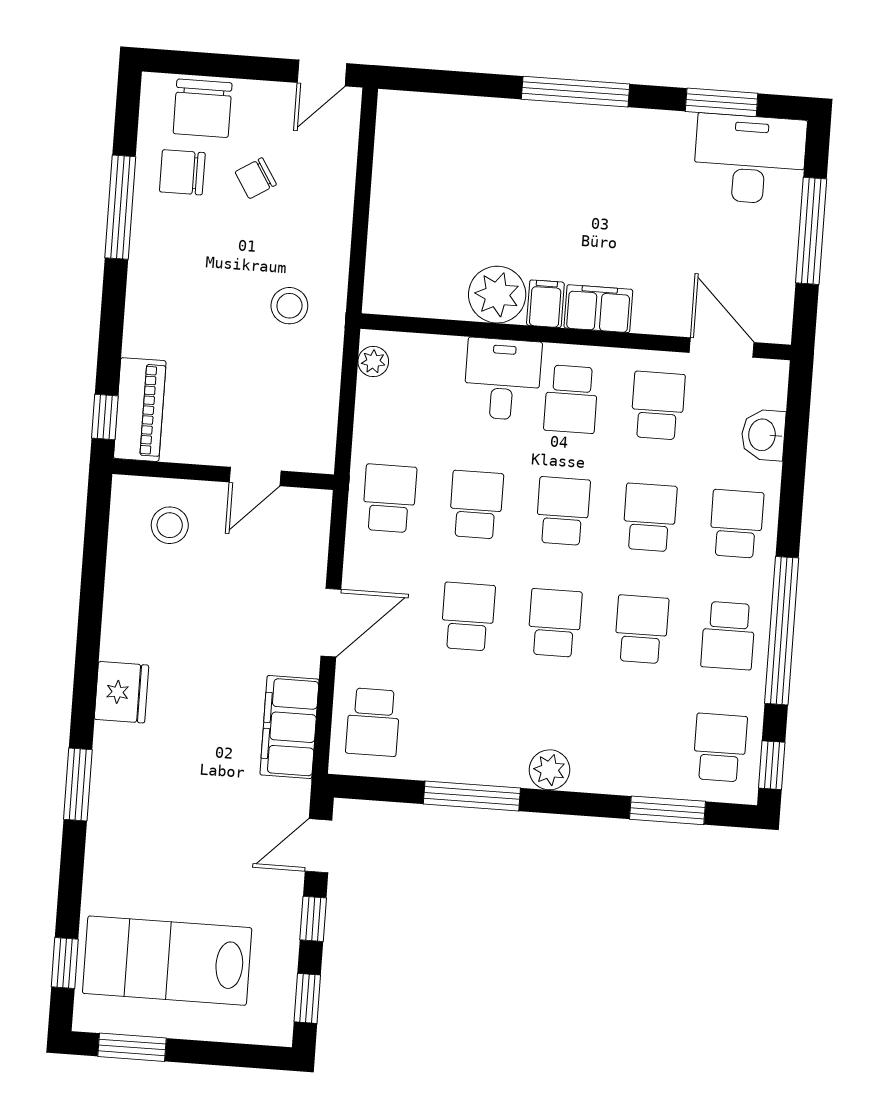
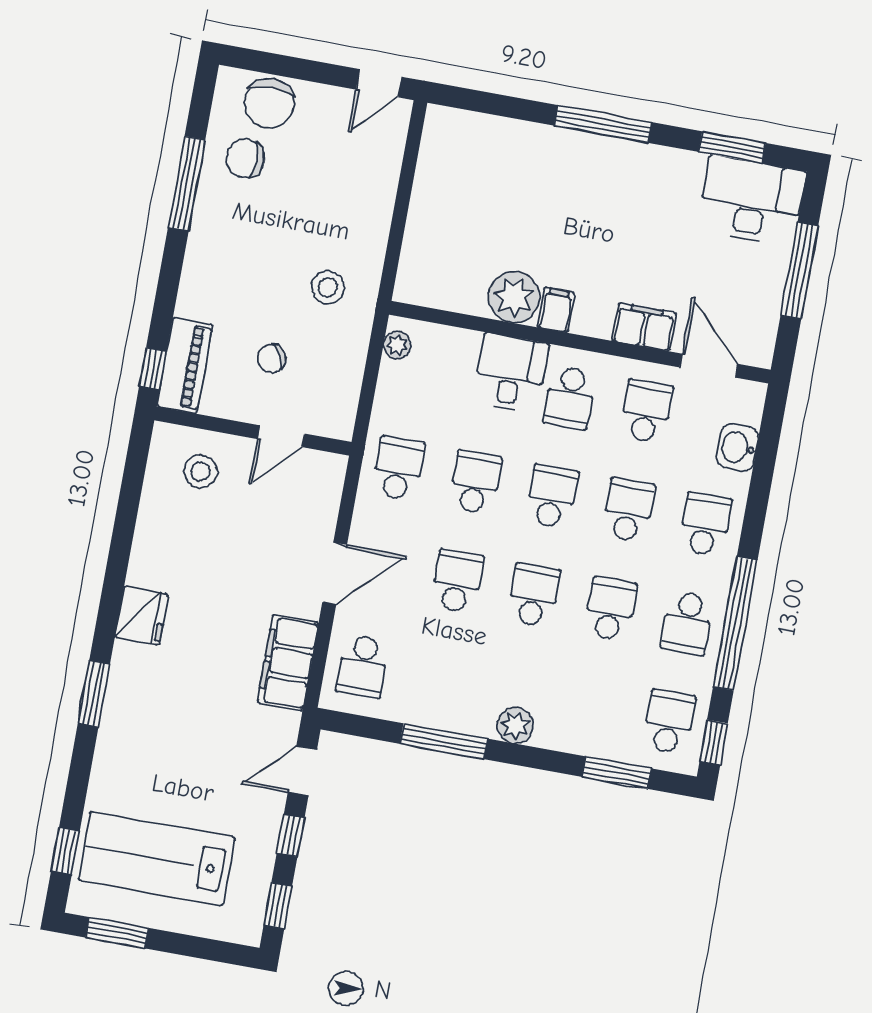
chair: (256, 178) -> (271, 359), moved
filing cabinet: (598, 309) -> (644, 327), moved

